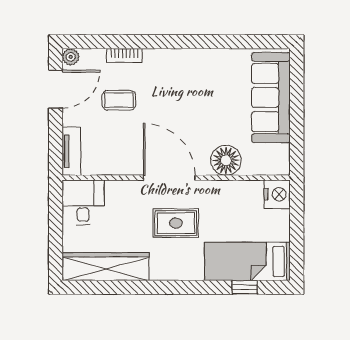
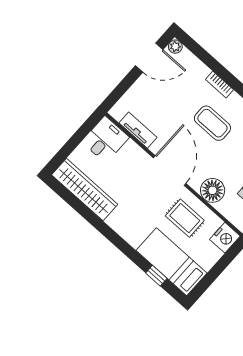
bookcase: (124, 55) -> (219, 85), moved
coffee table: (119, 100) -> (212, 123), moved, width x1.36, depth x1.30
tv unit: (71, 151) -> (138, 130), moved, turned -90
rug: (176, 223) -> (185, 218), moved

